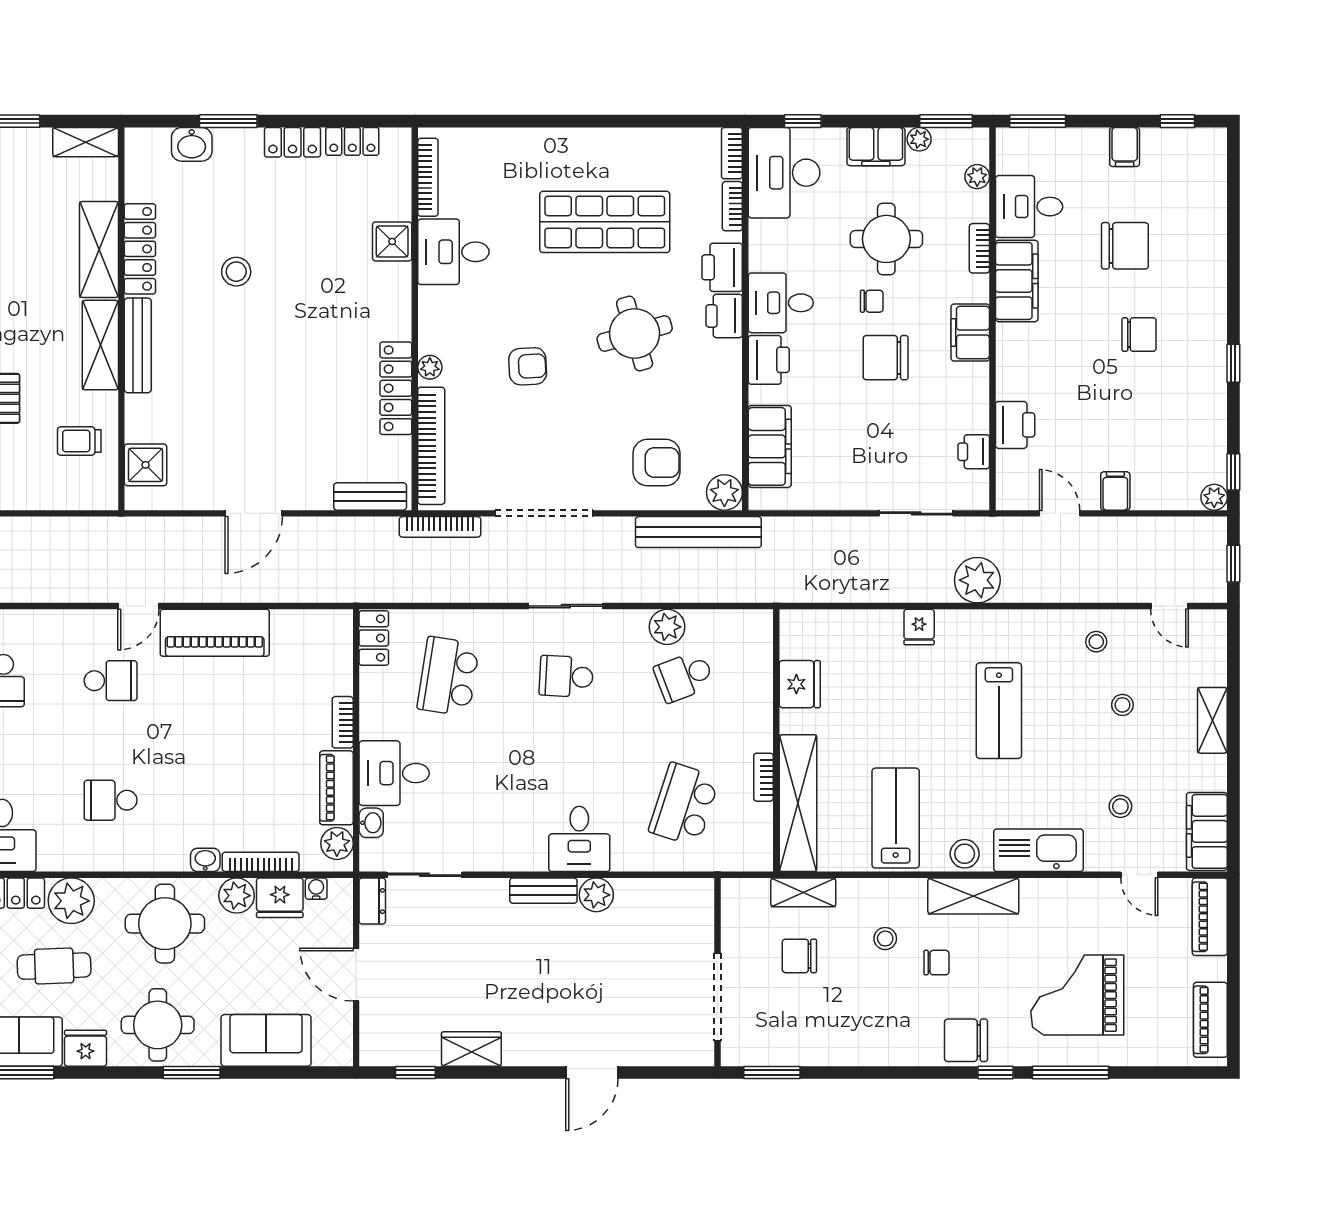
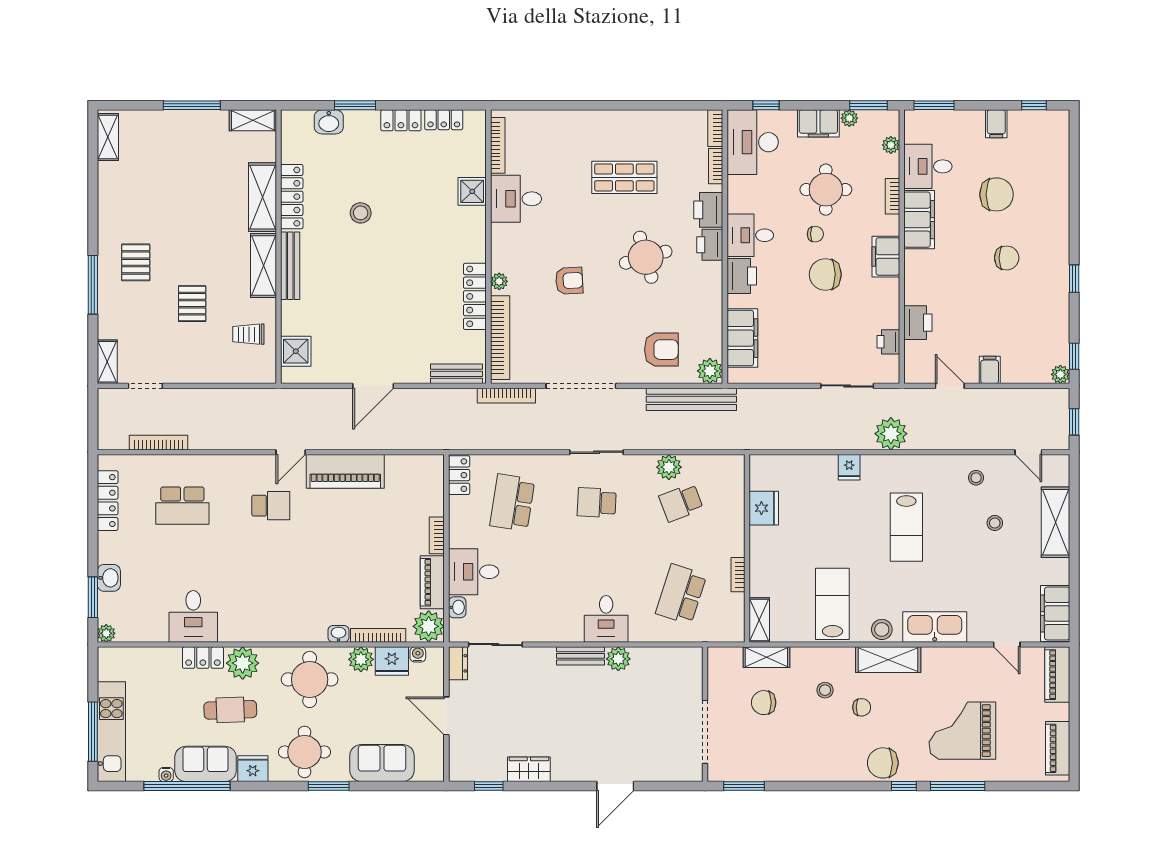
shop shelf: (605, 222) -> (624, 177), width x0.70, depth x0.74
shelving: (1212, 720) -> (1056, 522), width x1.50, depth x1.33
school desk: (111, 800) -> (271, 591), removed
shelving: (798, 803) -> (759, 620), width x0.45, depth x0.75
stool: (1120, 806) -> (993, 596), removed
plant: (337, 843) -> (429, 626), width x1.36, depth x1.36

